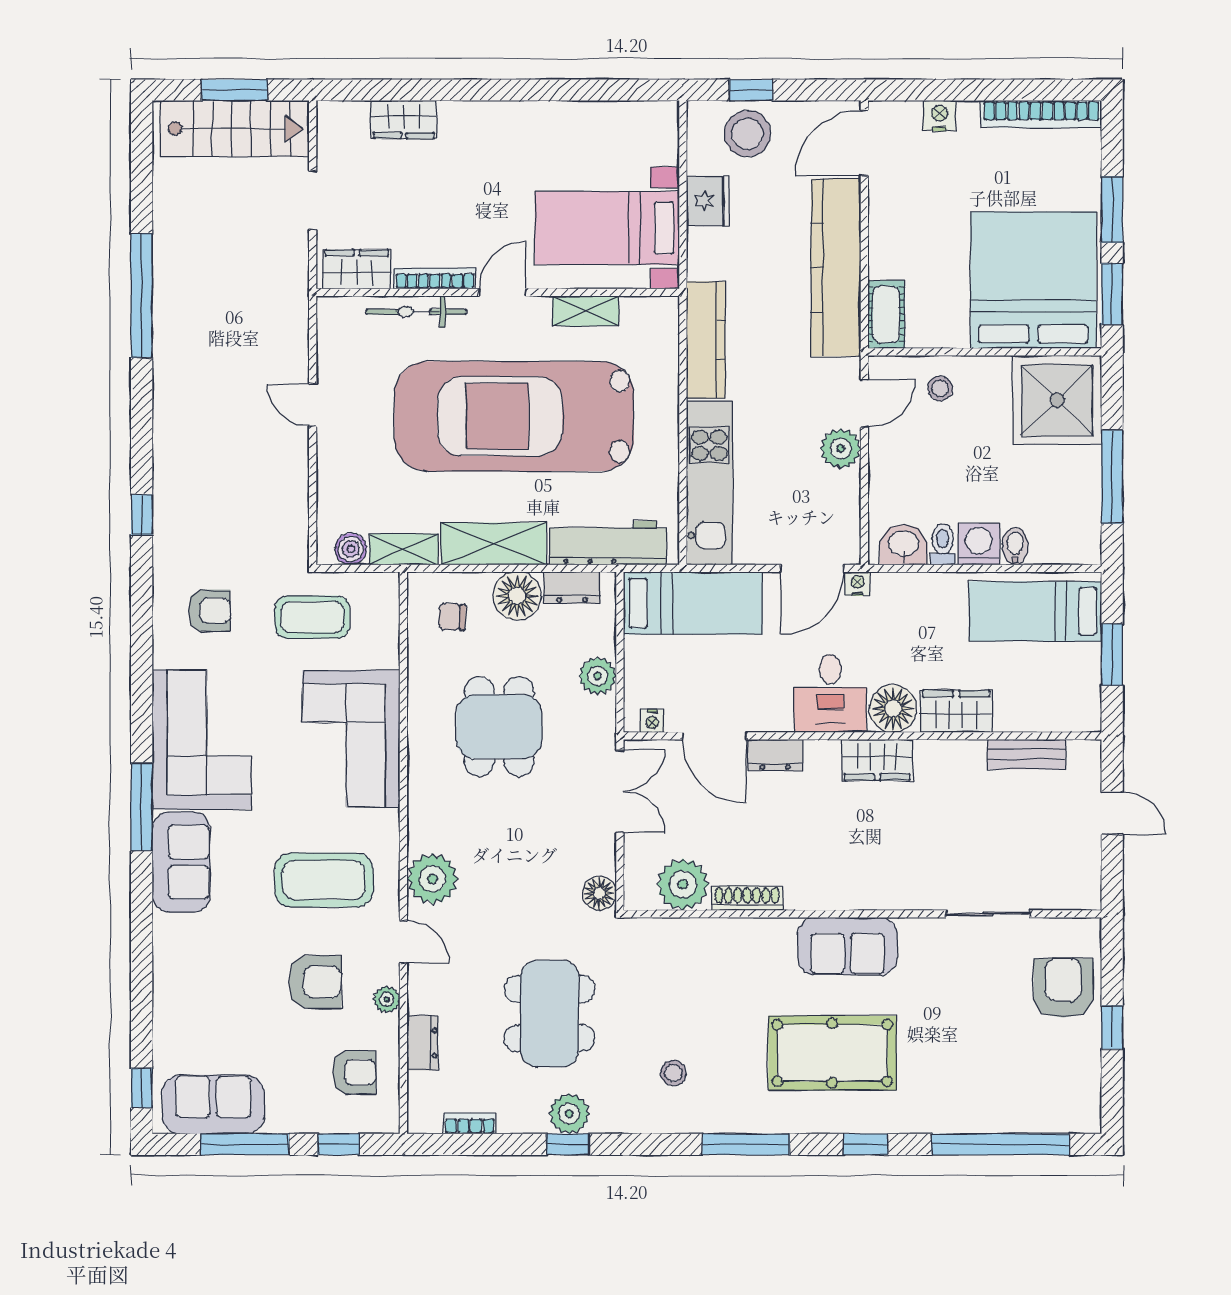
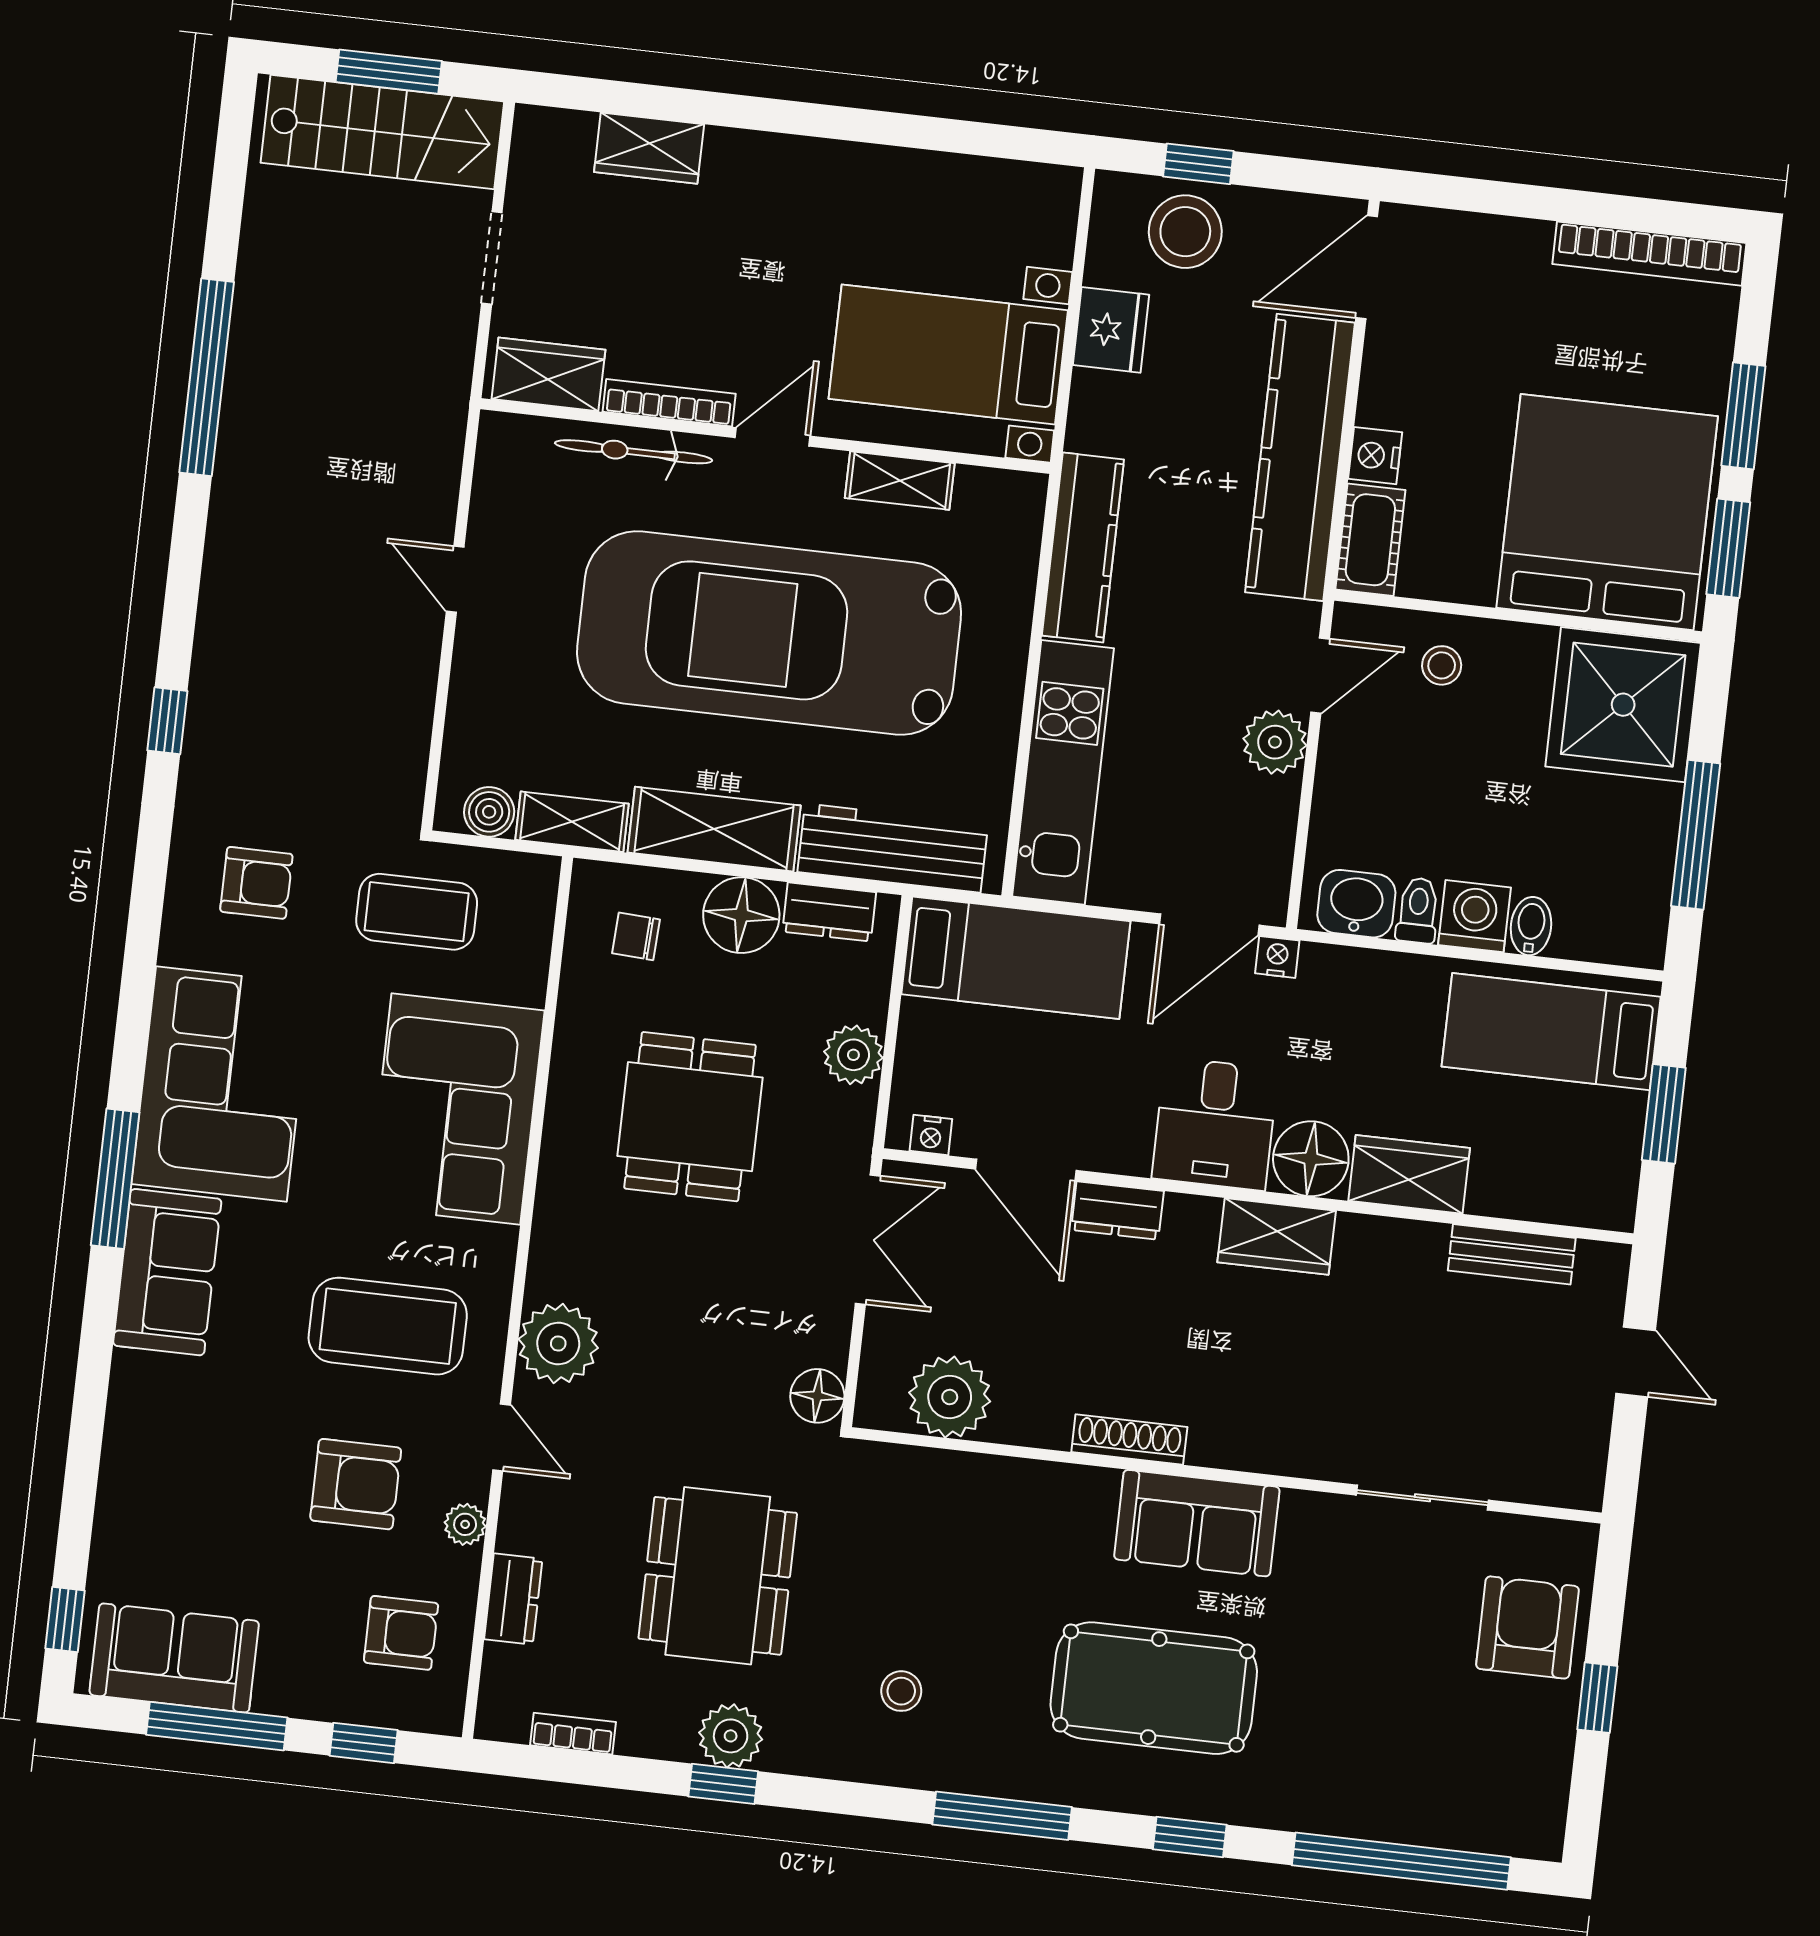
nightstand: (939, 116) -> (1375, 456), moved, turned -90
shoe rack: (747, 898) -> (1129, 1440), moved

